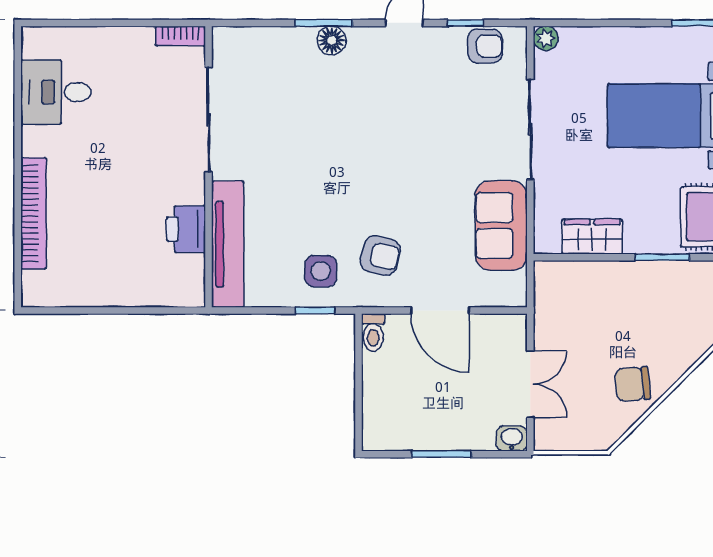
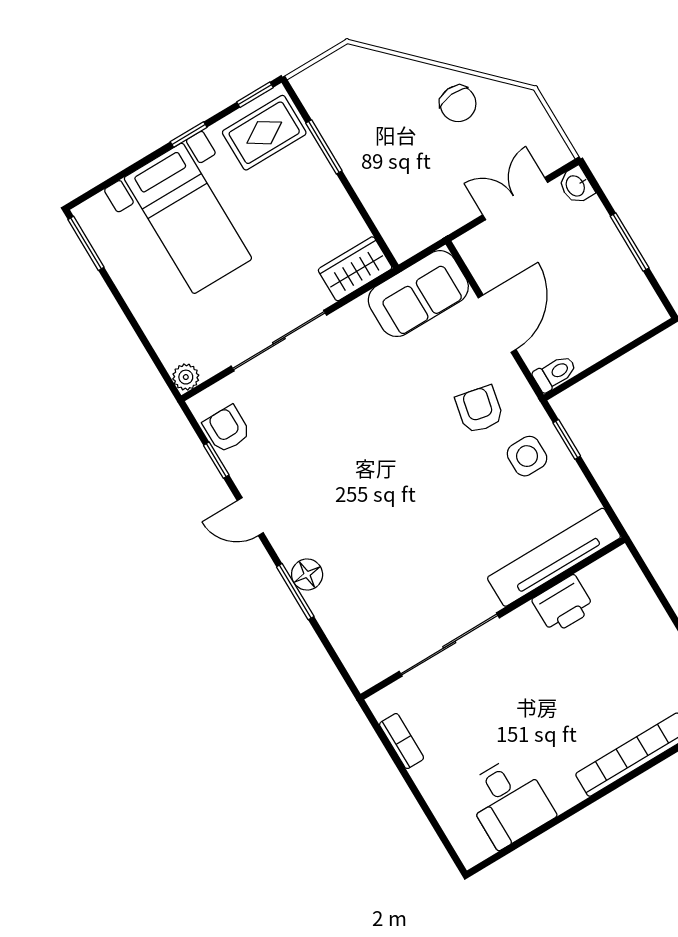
bookcase: (180, 36) -> (402, 741), moved
sofa: (501, 226) -> (418, 294), moved
wardrobe: (592, 237) -> (355, 269), moved, turned 90

